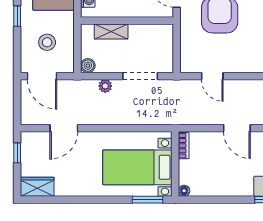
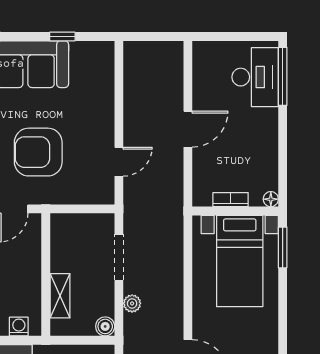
bookcase: (184, 146) -> (231, 200), moved

